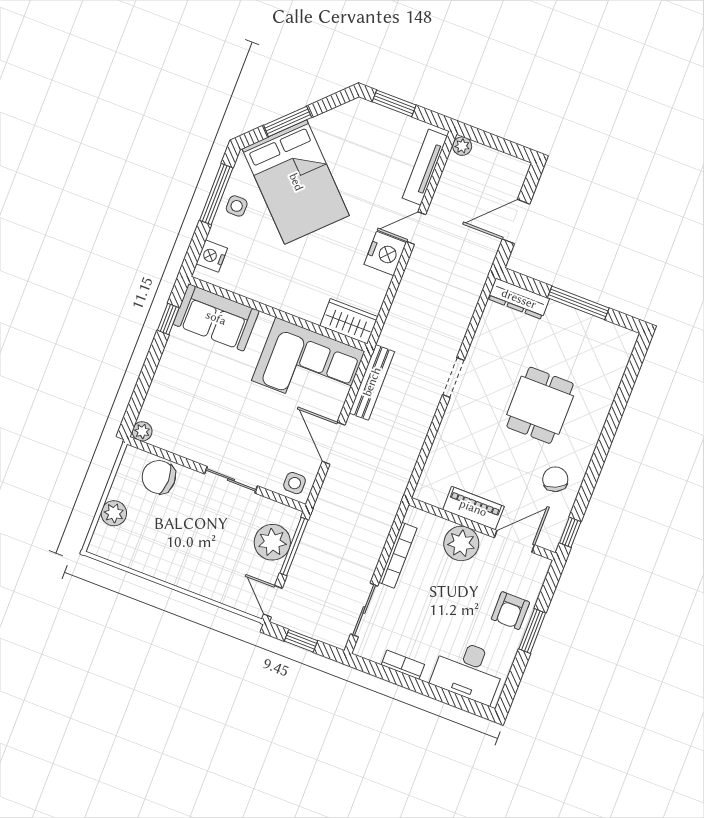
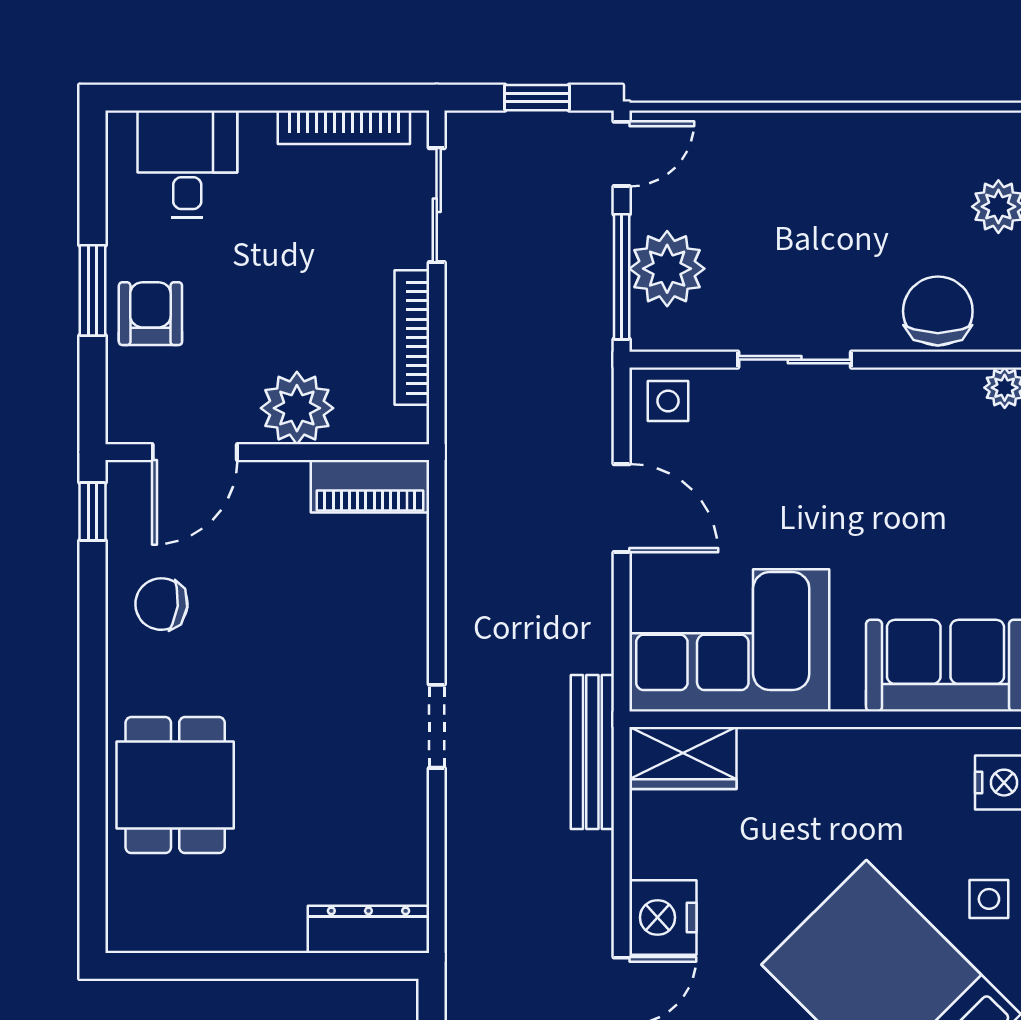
window: (578, 303) -> (249, 966), removed
bench: (372, 382) -> (592, 752), moved
dining table: (540, 405) -> (175, 785), moved
chair: (159, 477) -> (938, 311), turned -90
chair: (555, 479) -> (161, 604), turned 122
piano: (473, 508) -> (370, 486), moved
door: (273, 601) -> (622, 154), hinge flipped
bookcase: (403, 665) -> (344, 127), width x1.56
desk: (468, 671) -> (187, 164), width x0.73

